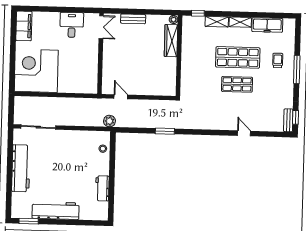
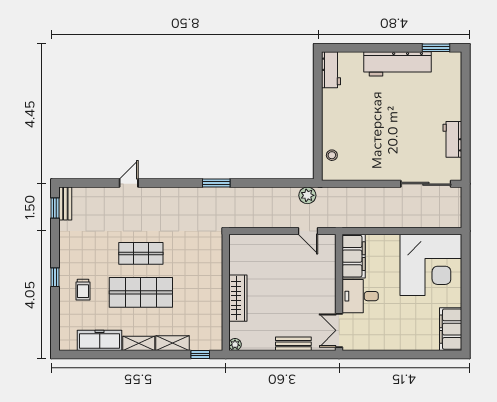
desk: (72, 25) -> (360, 296), moved, turned 90
wardrobe: (171, 41) -> (238, 298), moved
window: (297, 70) -> (55, 277), width x0.46
filing cabinet: (90, 78) -> (354, 256), added
plant: (109, 121) -> (307, 195), moved
window: (165, 131) -> (216, 183), moved
door: (244, 133) -> (129, 183), swing flipped
workbench: (21, 168) -> (452, 139), width x0.53, depth x0.76
workbench: (102, 188) -> (331, 70), moved

